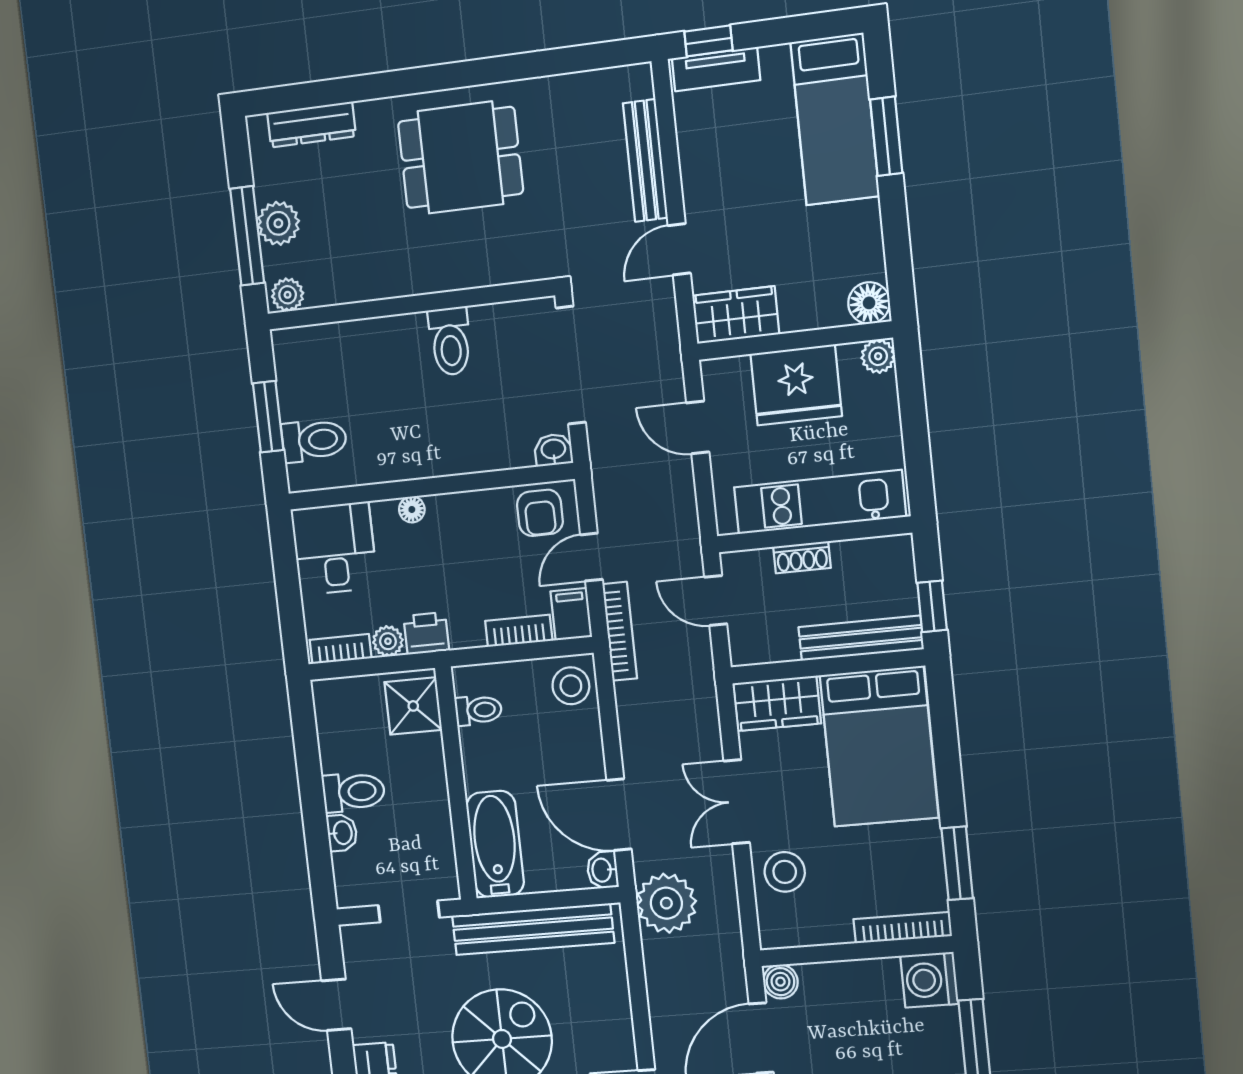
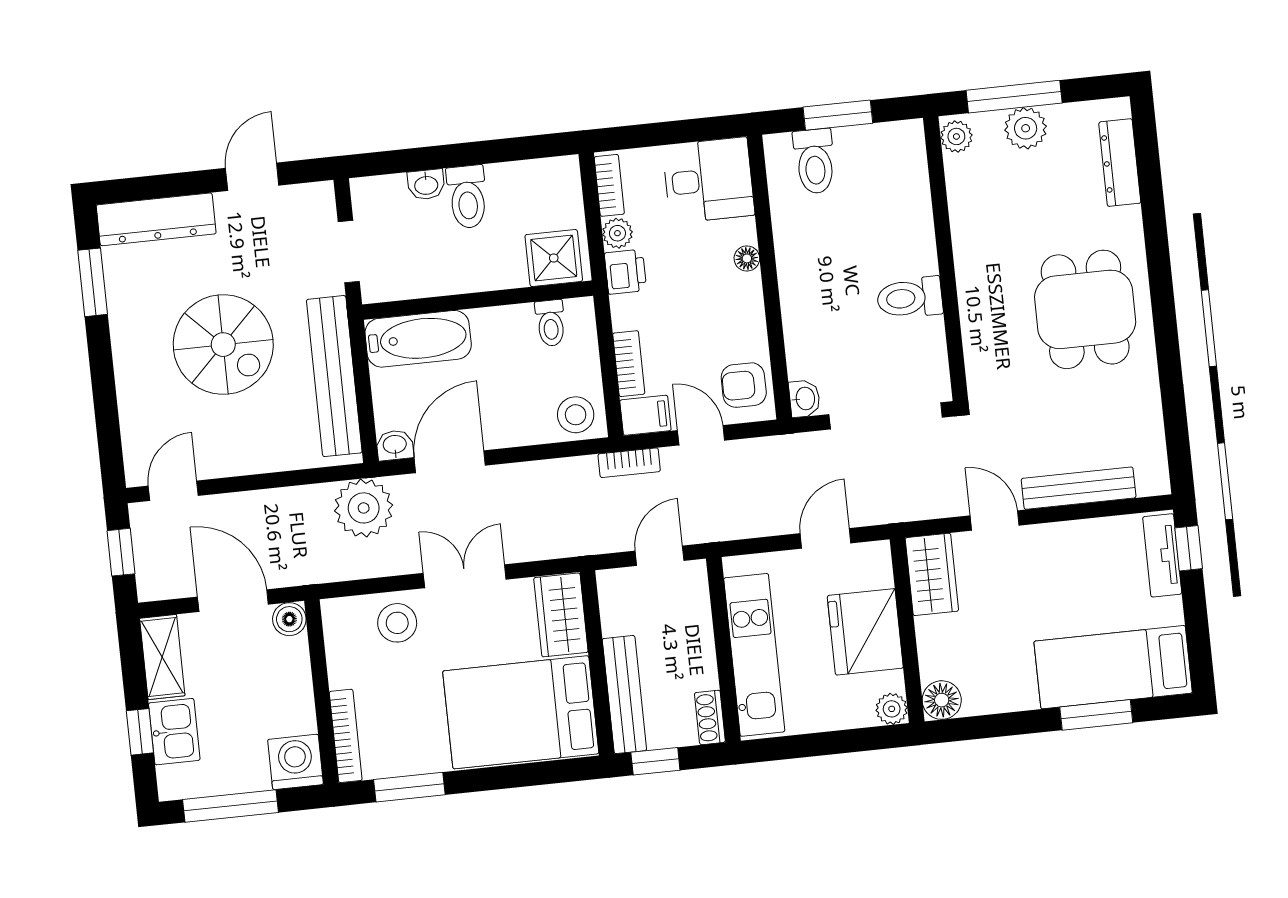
shoe rack: (802, 557) -> (710, 717), moved
bookcase: (620, 631) -> (629, 463), width x0.64

